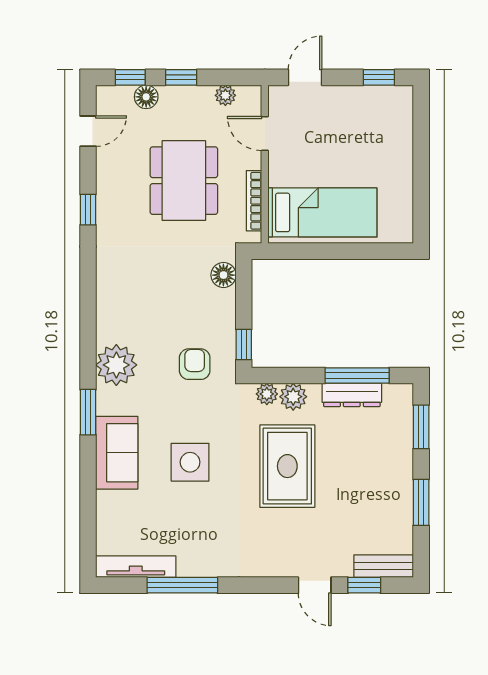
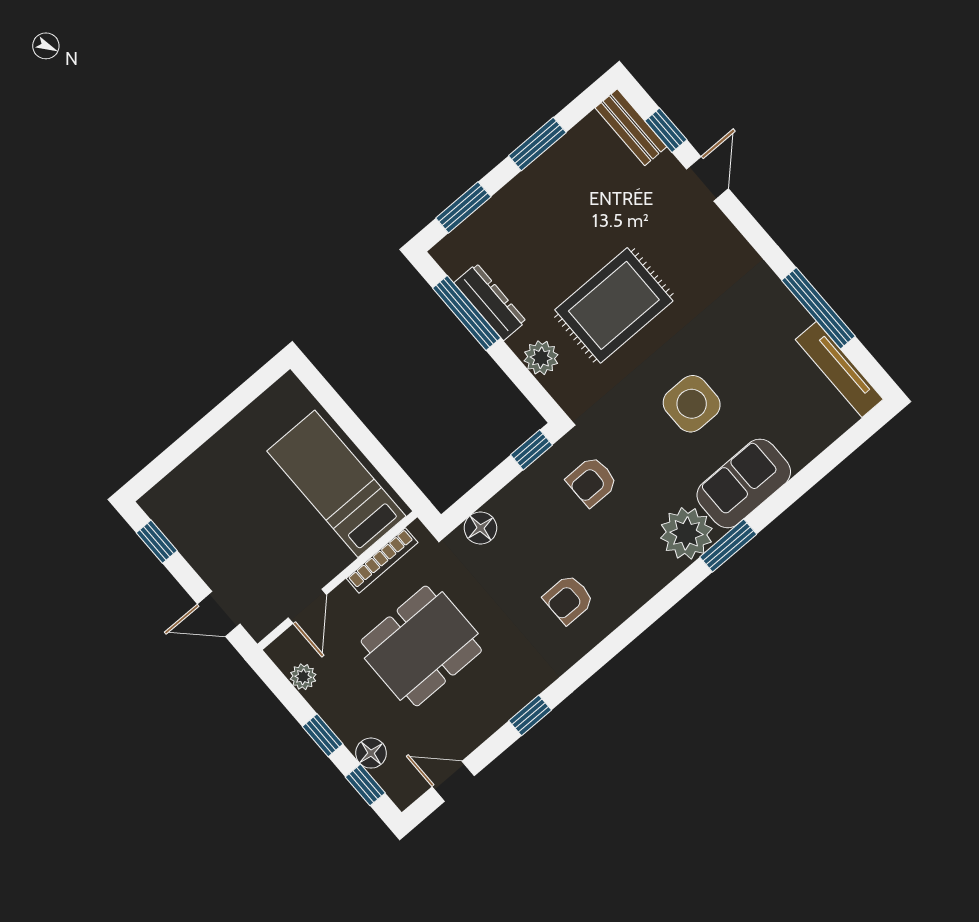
armchair: (137, 291) -> (568, 599), added
plant: (116, 365) -> (686, 533), moved
plant: (267, 394) -> (560, 386), removed

